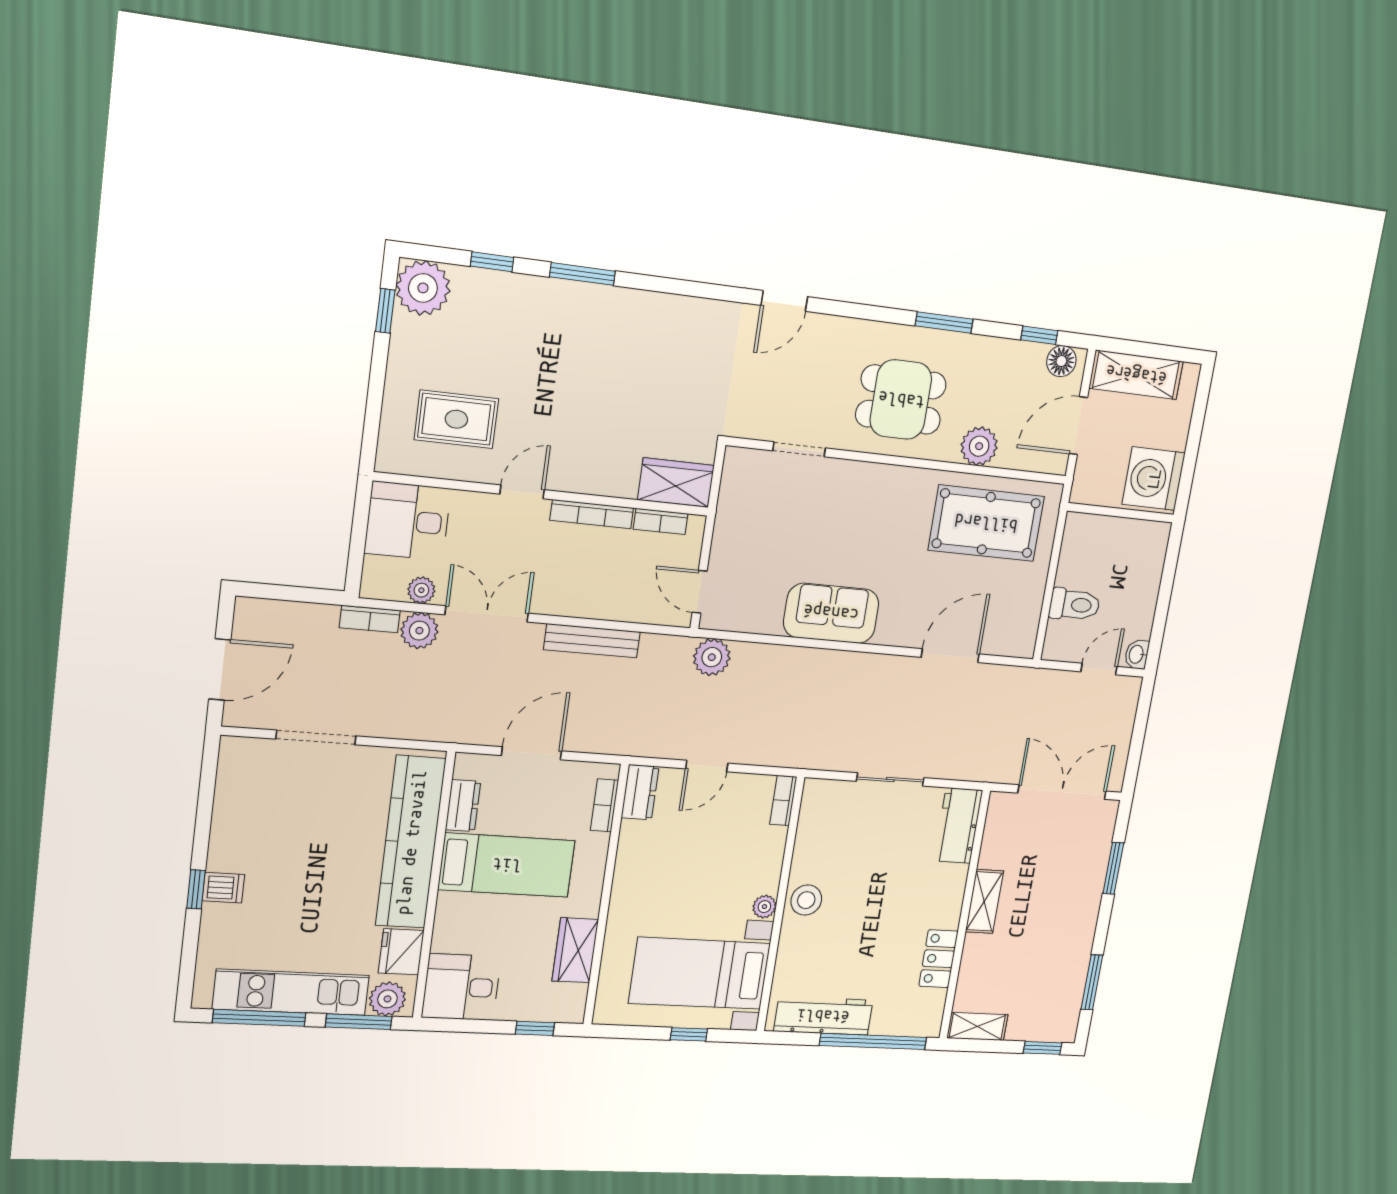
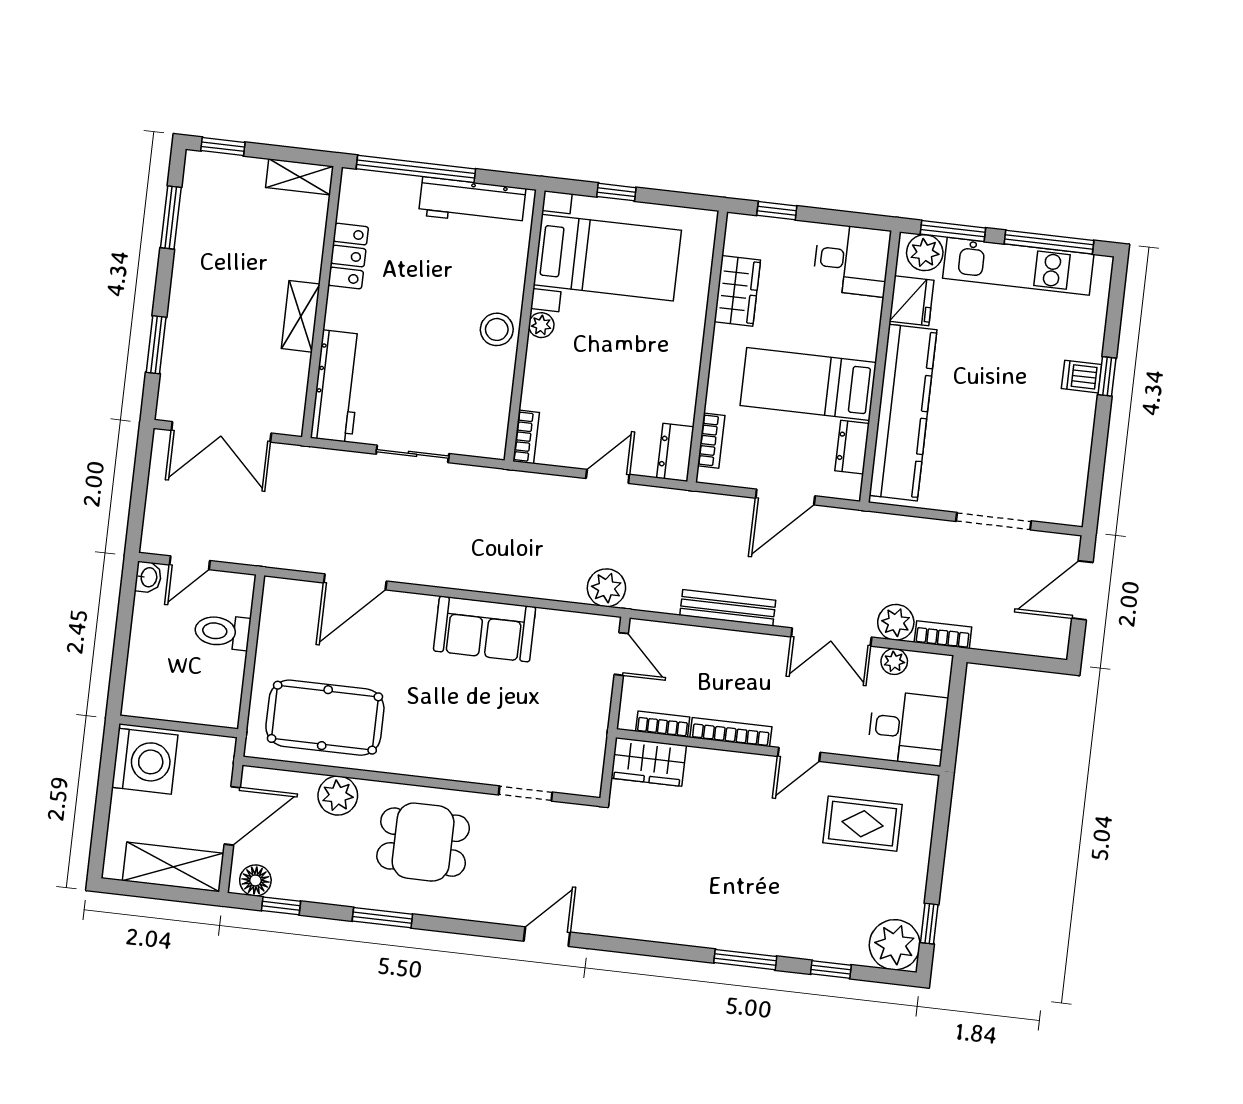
workbench: (958, 826) -> (337, 386), width x1.38

